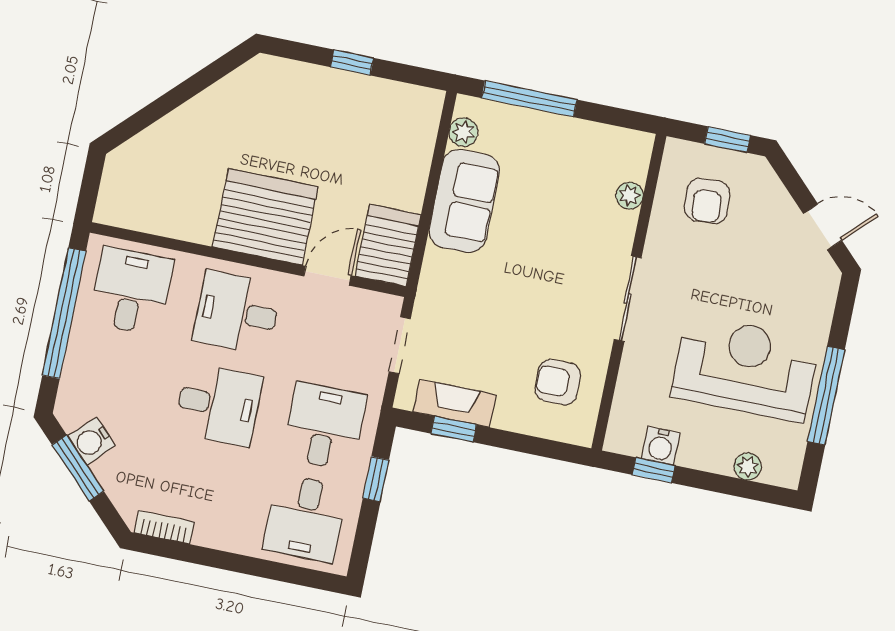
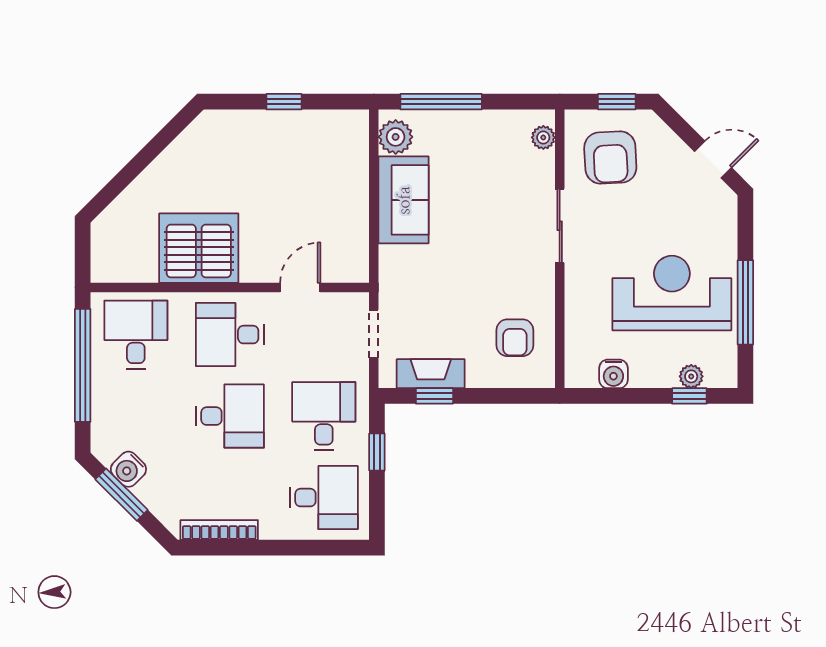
plant: (463, 132) -> (396, 137), width x1.38, depth x1.38
plant: (630, 196) -> (543, 137), moved
armchair: (707, 201) -> (610, 158), width x1.38, depth x1.38
server rack: (265, 217) -> (199, 248), moved
server rack: (388, 245) -> (346, 251), removed
sliding door: (628, 299) -> (560, 226), moved
armchair: (558, 382) -> (515, 338), turned -90
window: (654, 470) -> (689, 396), moved
desk: (305, 518) -> (324, 498), turned -90
bookcase: (164, 527) -> (219, 530), width x1.56

